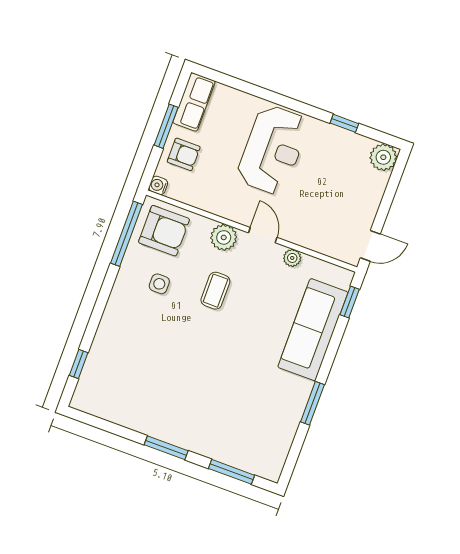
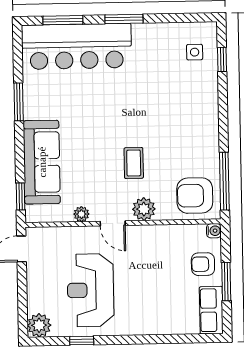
reception desk: (273, 150) -> (91, 290), moved
side table: (159, 284) -> (195, 52), moved
bar counter: (228, 438) -> (76, 46), added

